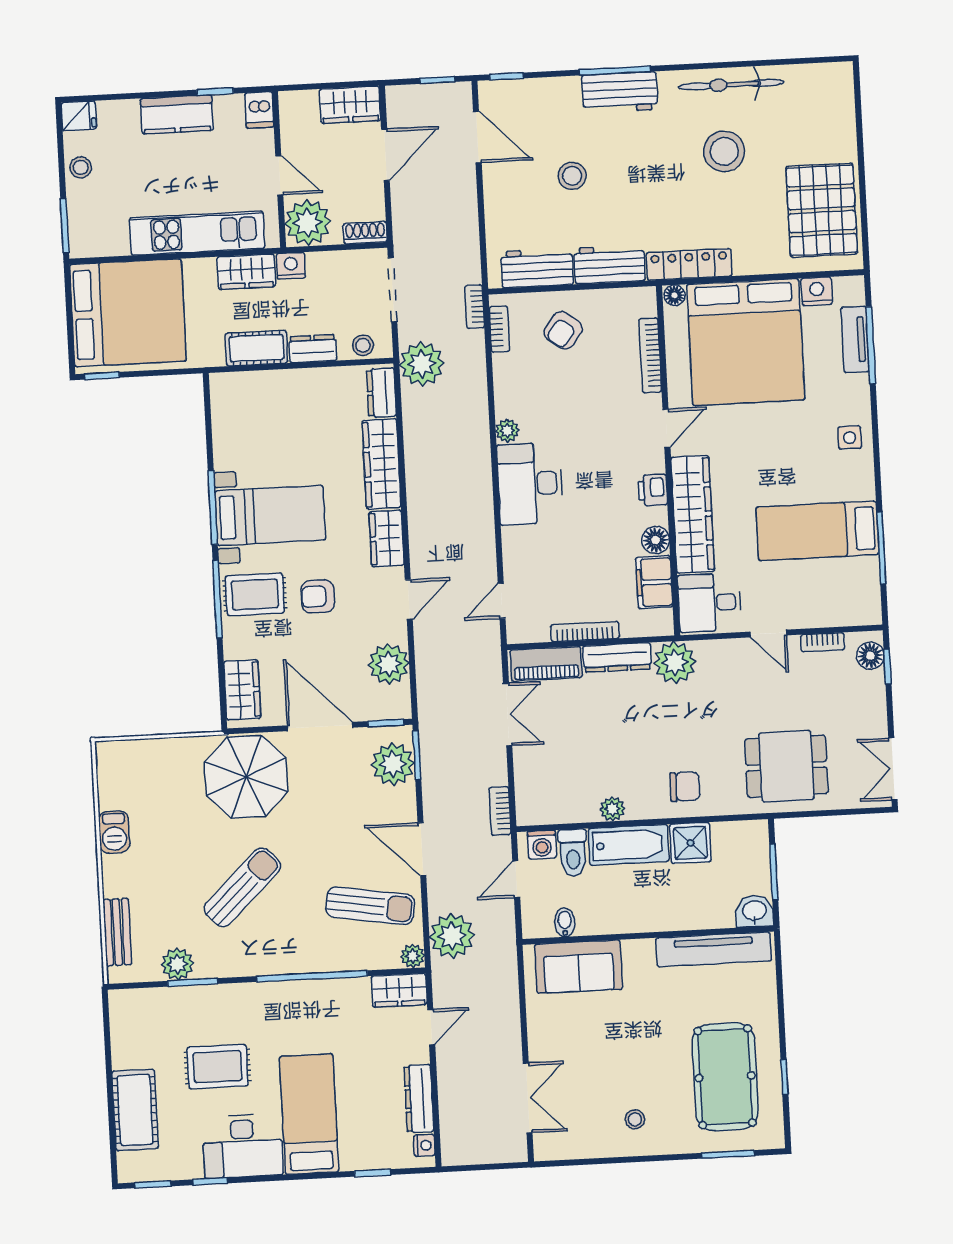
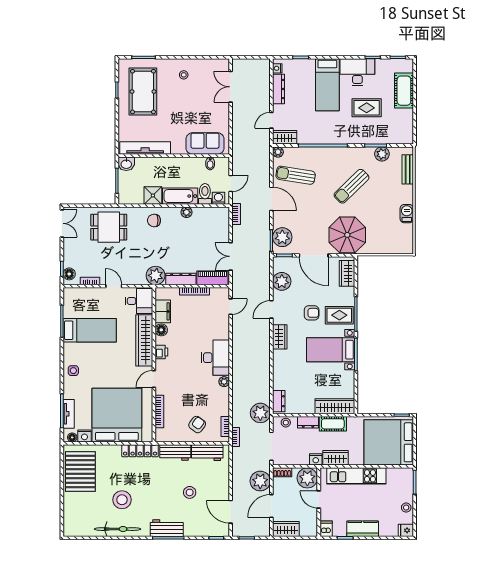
floor lamp: (675, 295) -> (72, 437), moved
wardrobe: (382, 464) -> (335, 406), moved, turned -90
plant: (452, 936) -> (260, 481), moved

